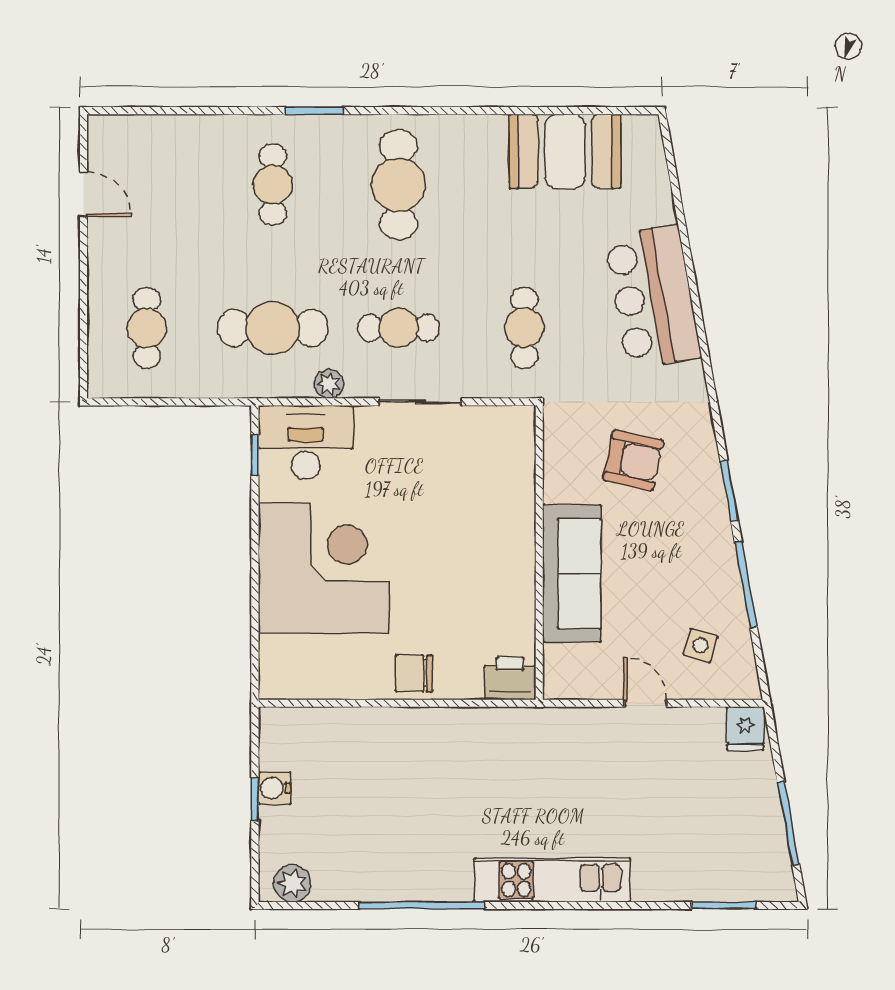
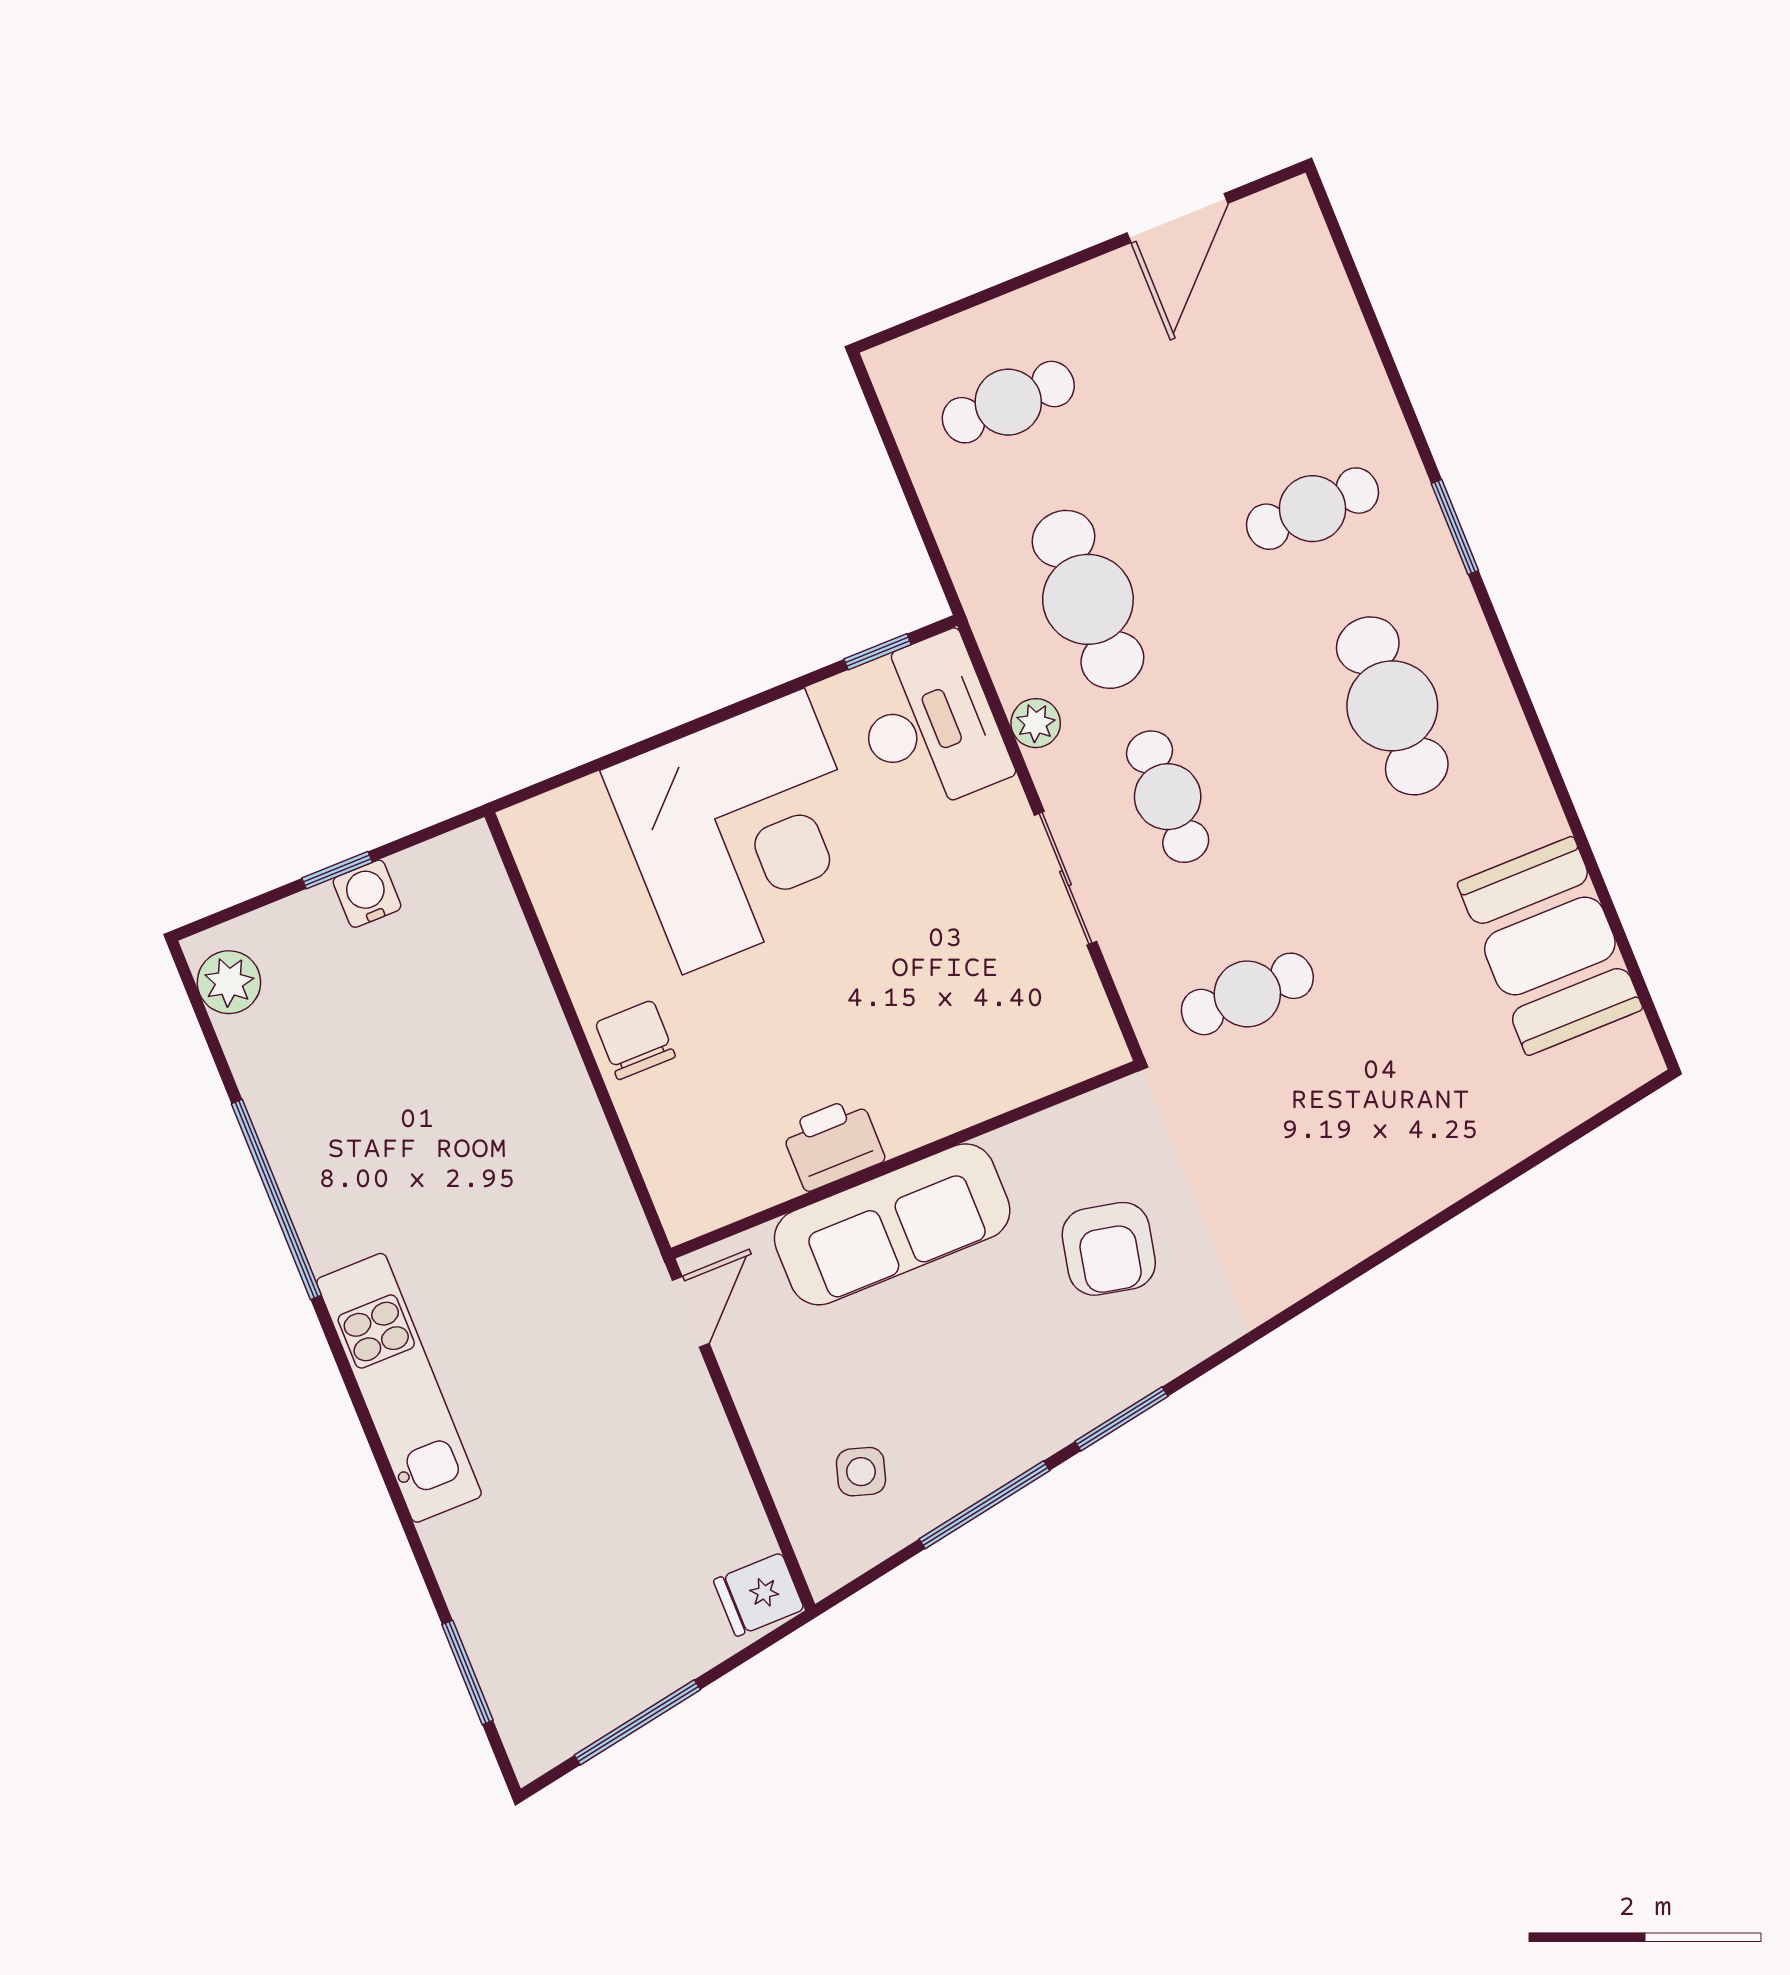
cafe table: (398, 185) -> (1392, 706), turned 90
door: (84, 194) -> (1177, 218), width x1.38
bar counter: (653, 297) -> (1377, 1176), removed
printer: (510, 679) -> (833, 1144), moved, turned -90
door: (645, 703) -> (691, 1312), moved

